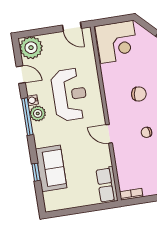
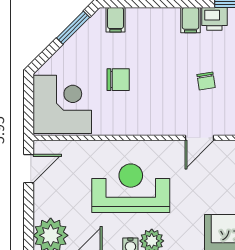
chair: (139, 94) -> (118, 80), moved, turned 80

